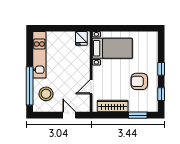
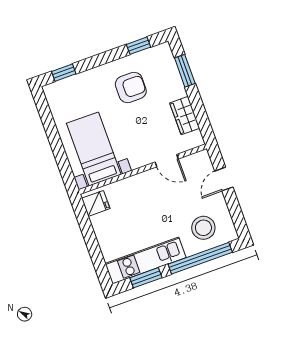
window: (30, 52) -> (146, 278), added
window: (161, 69) -> (64, 73), moved
armchair: (139, 81) -> (131, 88), turned -90
wardrobe: (113, 106) -> (185, 116), width x0.67

